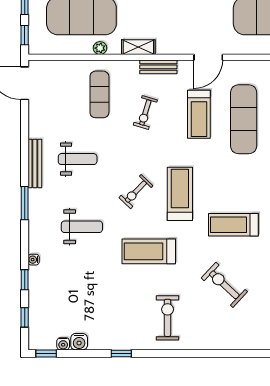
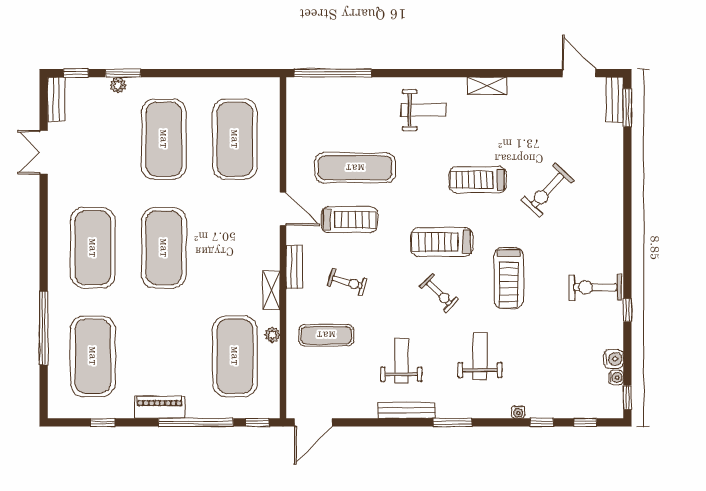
treadmill: (233, 225) -> (478, 180), turned 90
exercise bike: (168, 318) -> (595, 287), moved

